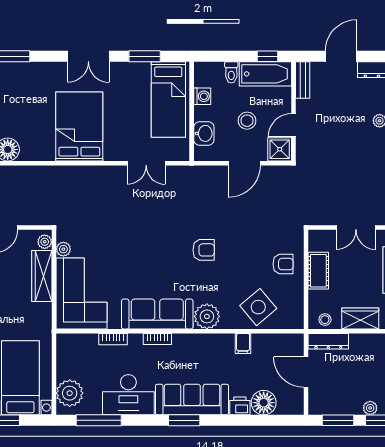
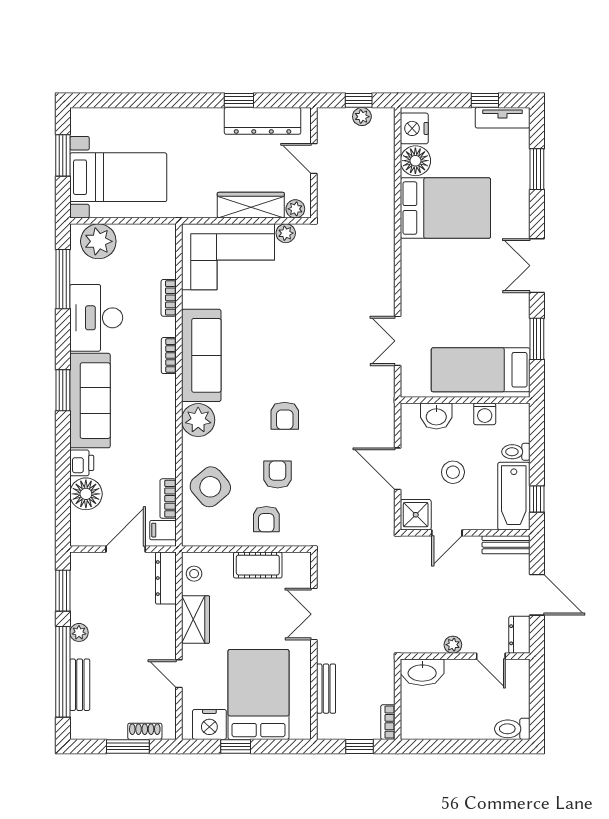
door: (294, 125) -> (447, 533), swing flipped
bed: (79, 126) -> (445, 208), moved
armchair: (249, 255) -> (278, 474), added
bookcase: (267, 340) -> (168, 499), added
filing cabinet: (243, 344) -> (163, 530), moved

